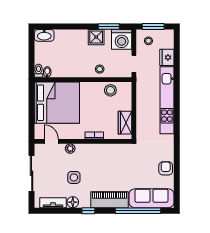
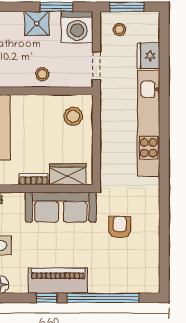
stool: (110, 90) -> (73, 116), moved
wardrobe: (125, 123) -> (68, 174), moved, turned 90
armchair: (166, 168) -> (120, 227), moved
sofa: (151, 198) -> (61, 207), moved, turned 180
window: (88, 211) -> (47, 298), moved

